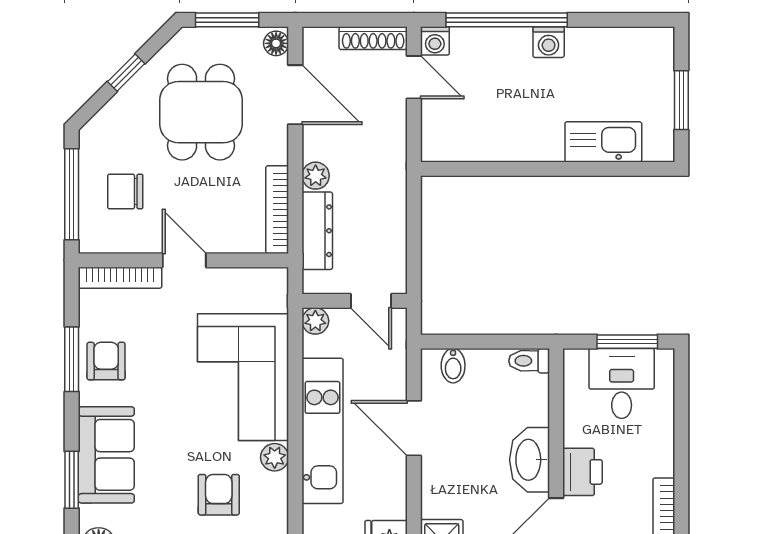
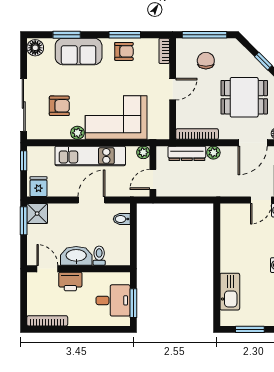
bookcase: (120, 278) -> (164, 51), width x0.64
toilet: (529, 361) -> (99, 256), moved

